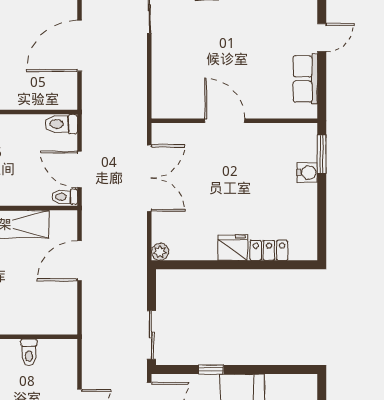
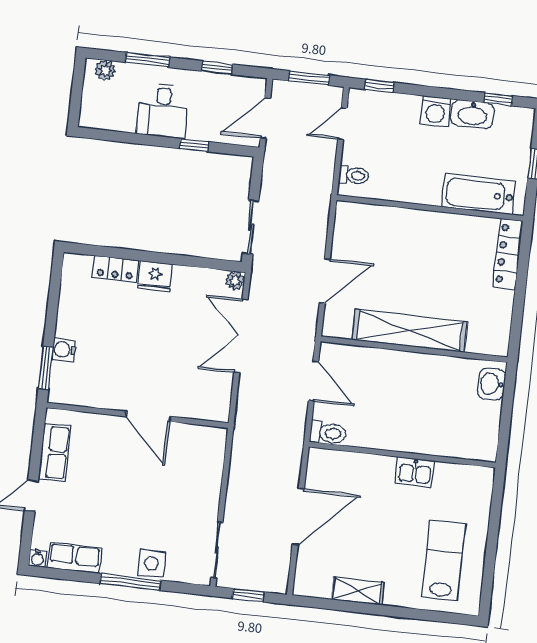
double door: (149, 178) -> (241, 336), moved
toilet: (65, 197) -> (333, 353), removed
sliding door: (151, 335) -> (251, 227), moved
toilet: (29, 352) -> (354, 175), moved, turned 90

